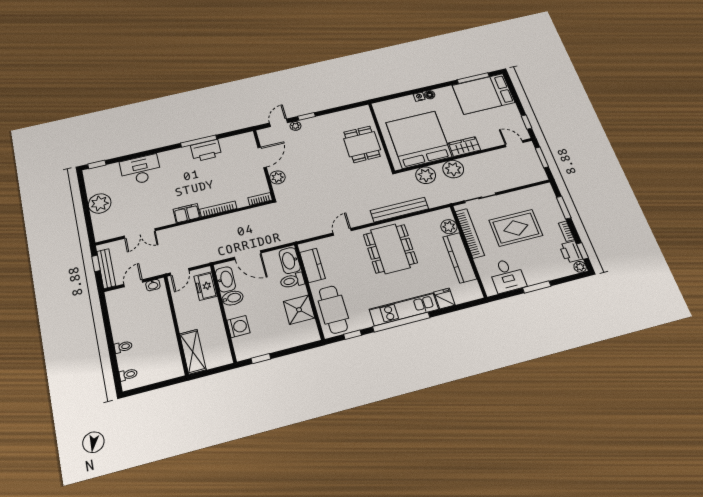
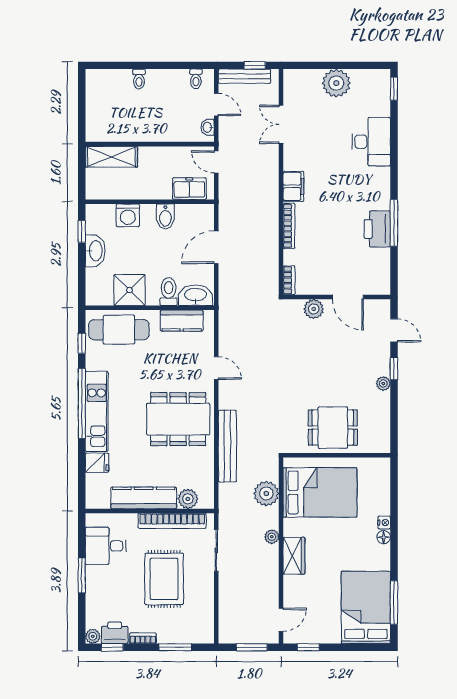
plant: (295, 126) -> (383, 384), moved
bed: (419, 140) -> (320, 492), width x0.73
plant: (453, 169) -> (272, 537), width x0.53, depth x0.53
washbasin: (225, 279) -> (95, 251), moved, turned -90
toilet: (128, 375) -> (196, 79), moved

